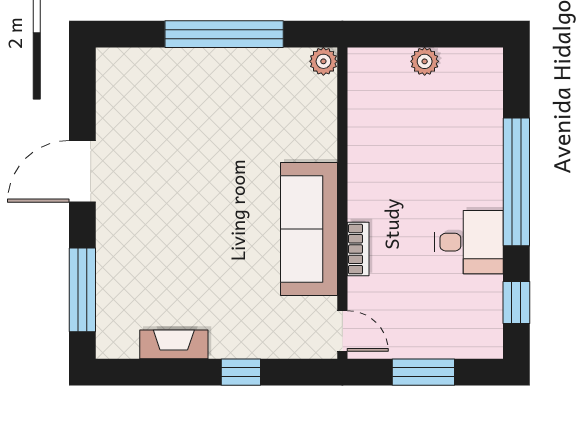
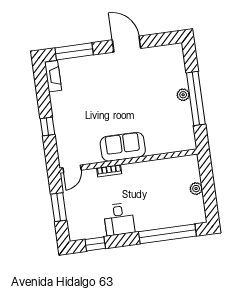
plant: (323, 61) -> (183, 95), moved
window: (516, 182) -> (167, 234), moved
sofa: (309, 229) -> (123, 147), width x0.73
fireplace: (174, 344) -> (53, 76), moved

